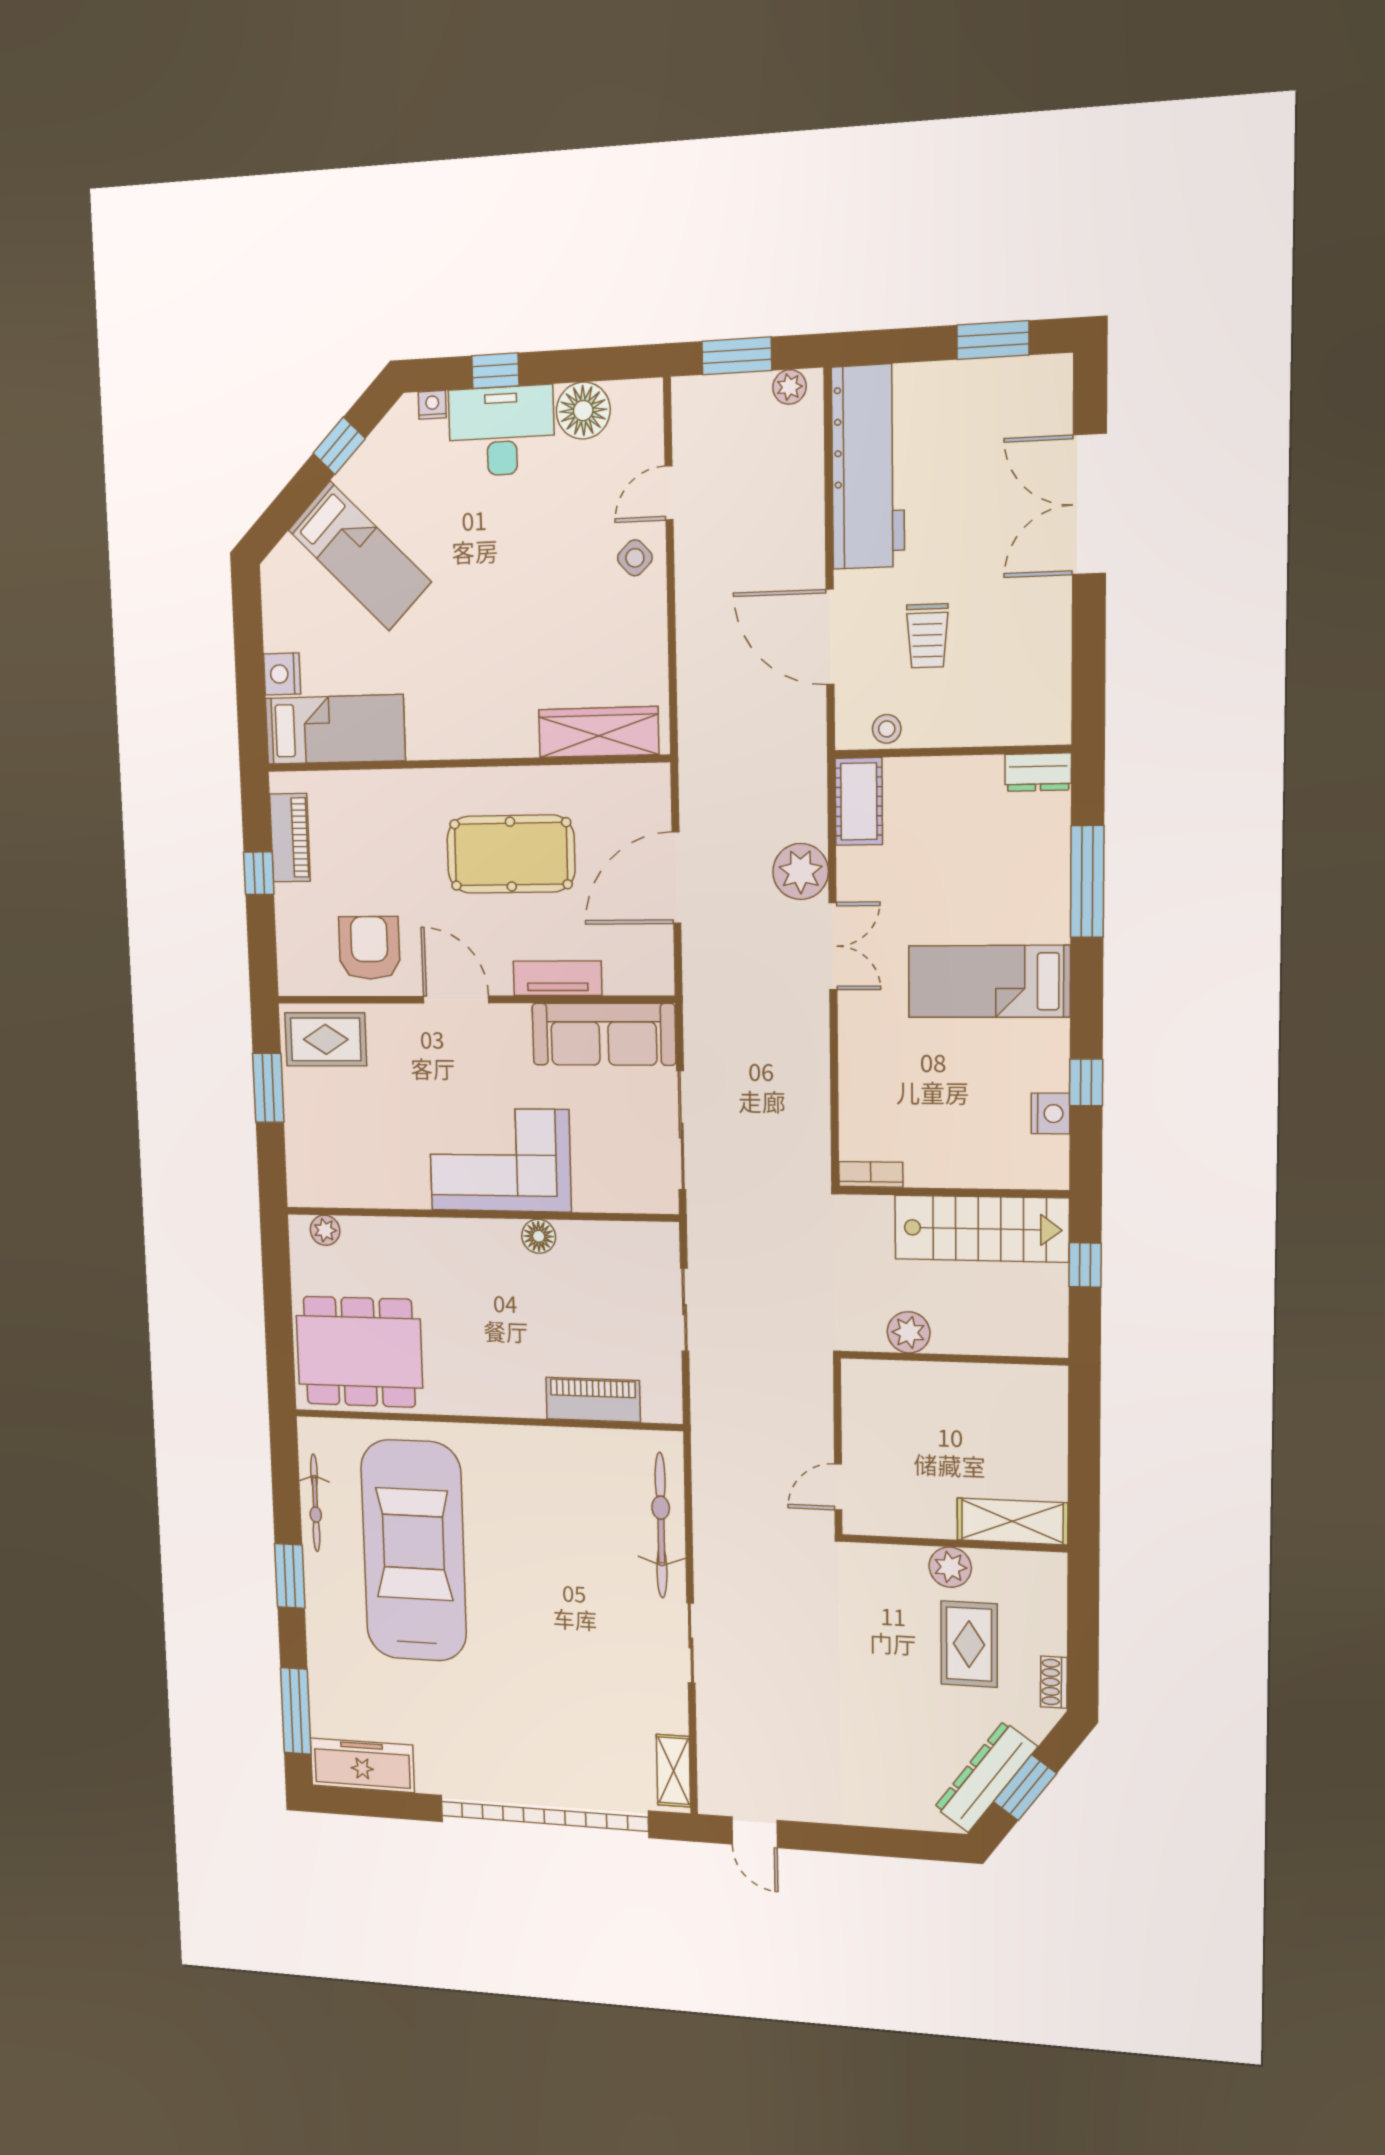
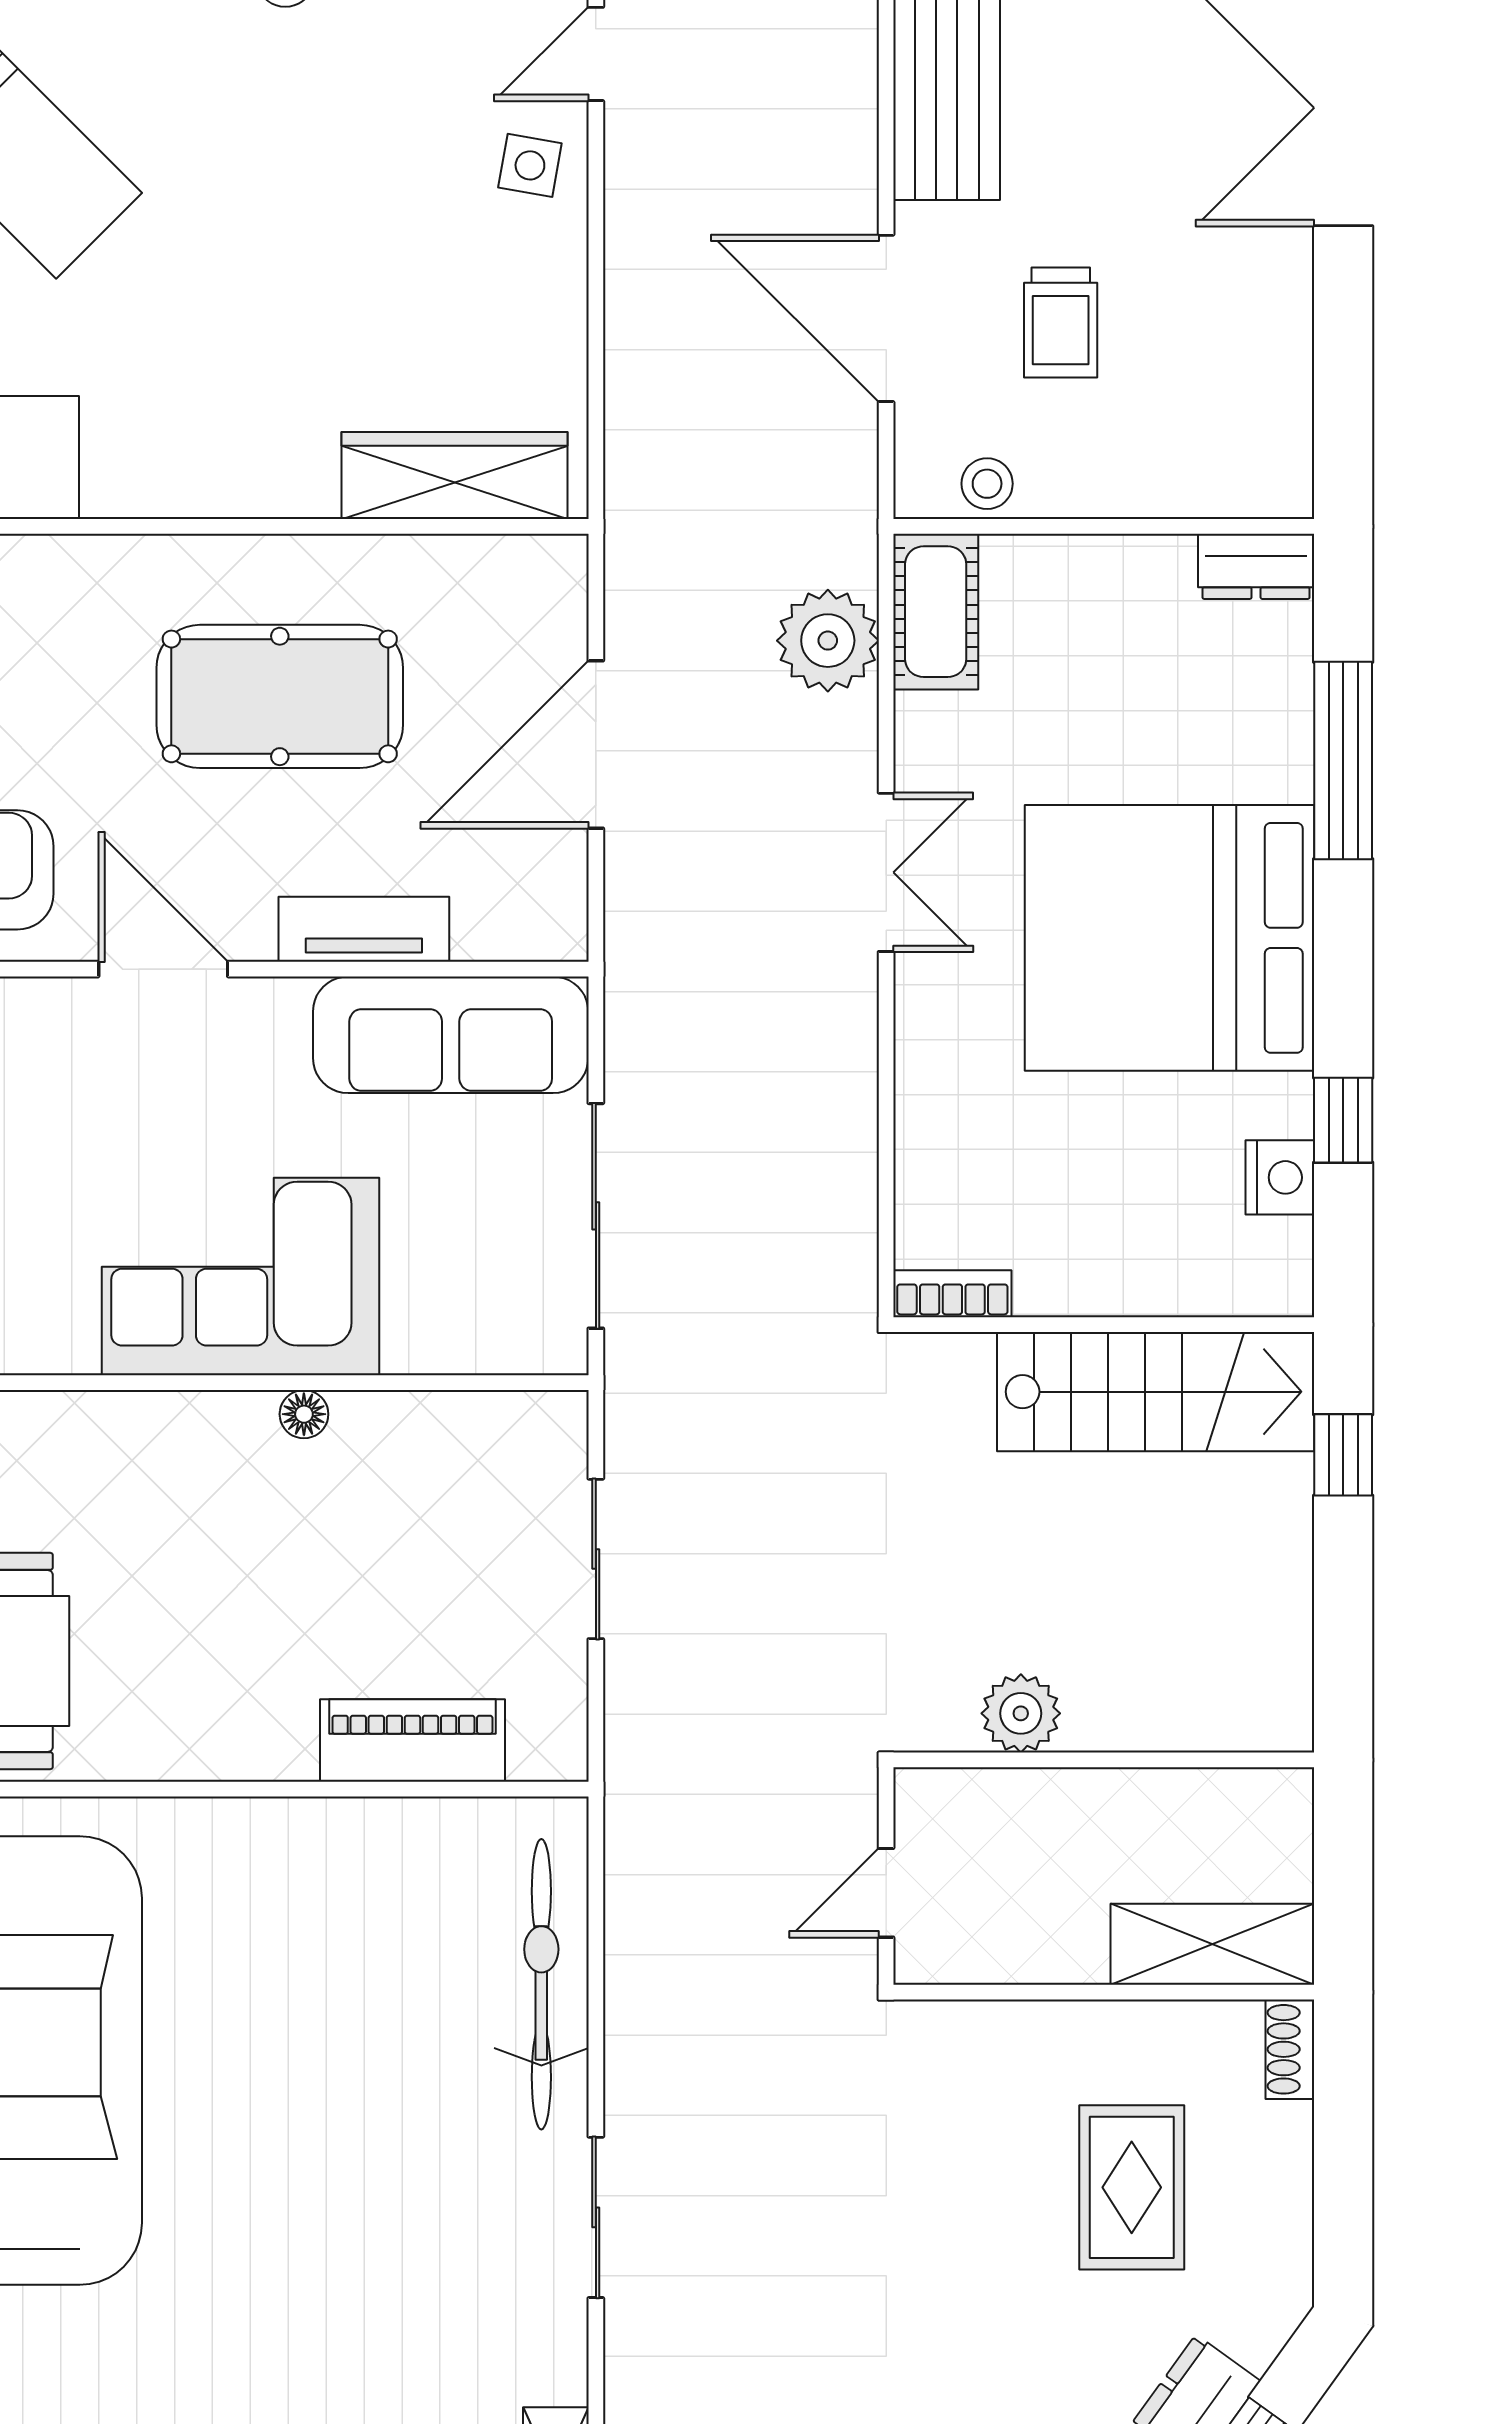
side table: (635, 558) -> (530, 165), turned -36
plant: (801, 871) -> (828, 641), moved
bed: (989, 981) -> (1169, 938), width x2.04
floor lamp: (539, 1236) -> (304, 1414), width x0.73, depth x0.73
plant: (909, 1332) -> (1021, 1713), moved
wall: (953, 1358) -> (1104, 1760), moved
plant: (950, 1567) -> (1097, 2039), removed
shoe rack: (1054, 1682) -> (1290, 2049), moved

